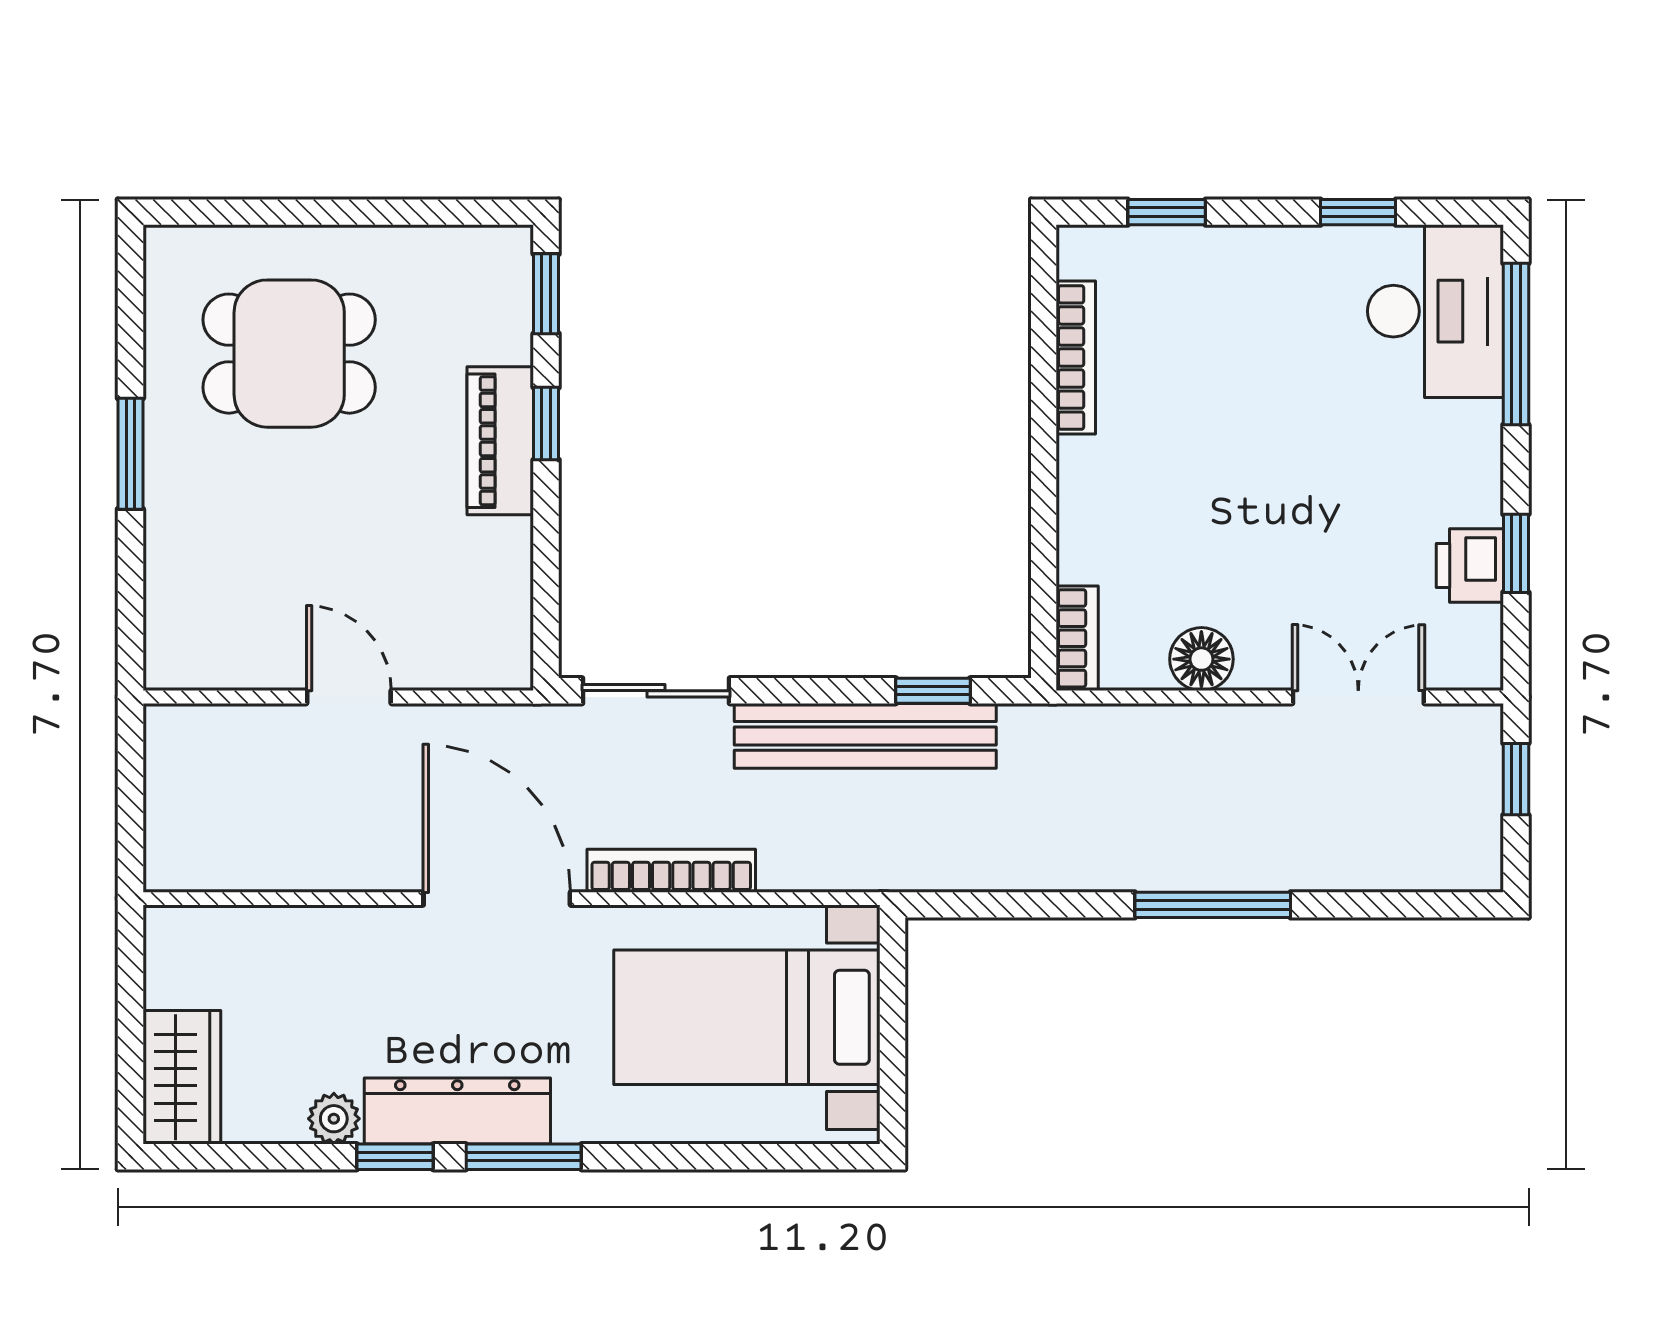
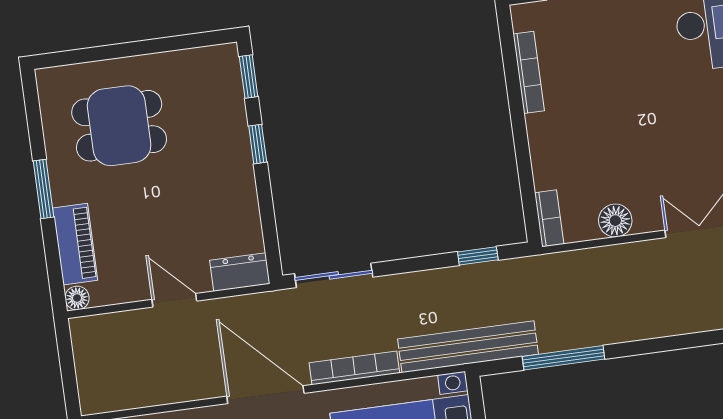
piano: (500, 441) -> (75, 244), moved, turned 180
dresser: (480, 660) -> (240, 272), added
floor lamp: (166, 668) -> (77, 298), added
bench: (865, 736) -> (468, 347), moved
window: (1213, 905) -> (563, 358), moved

